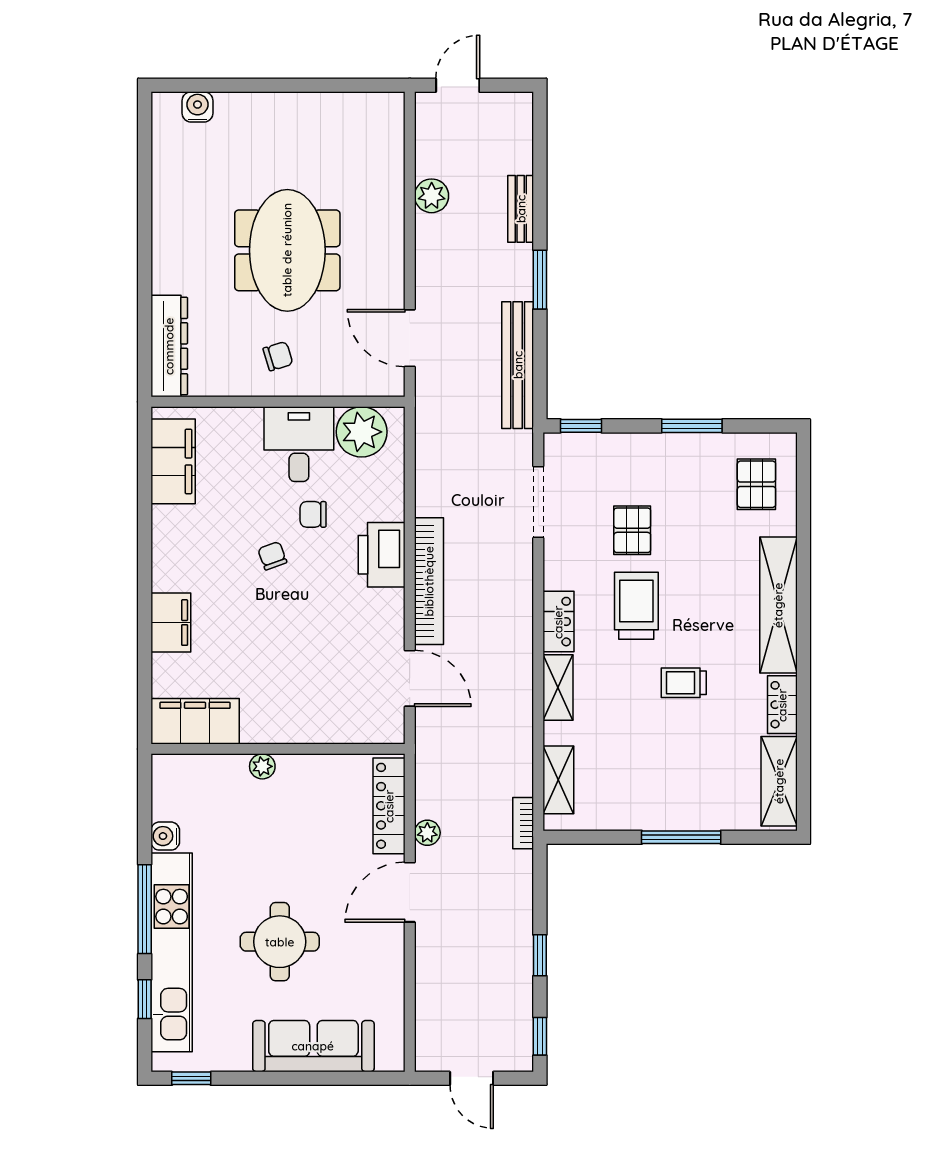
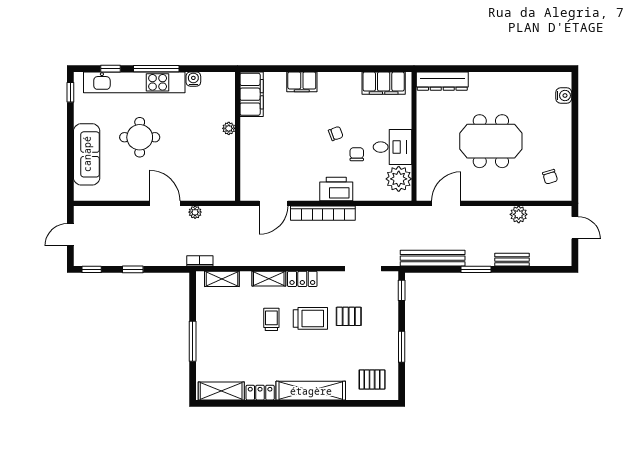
chair: (278, 356) -> (550, 177), moved
trolley: (684, 683) -> (271, 319), moved
locker: (389, 806) -> (209, 193), removed

